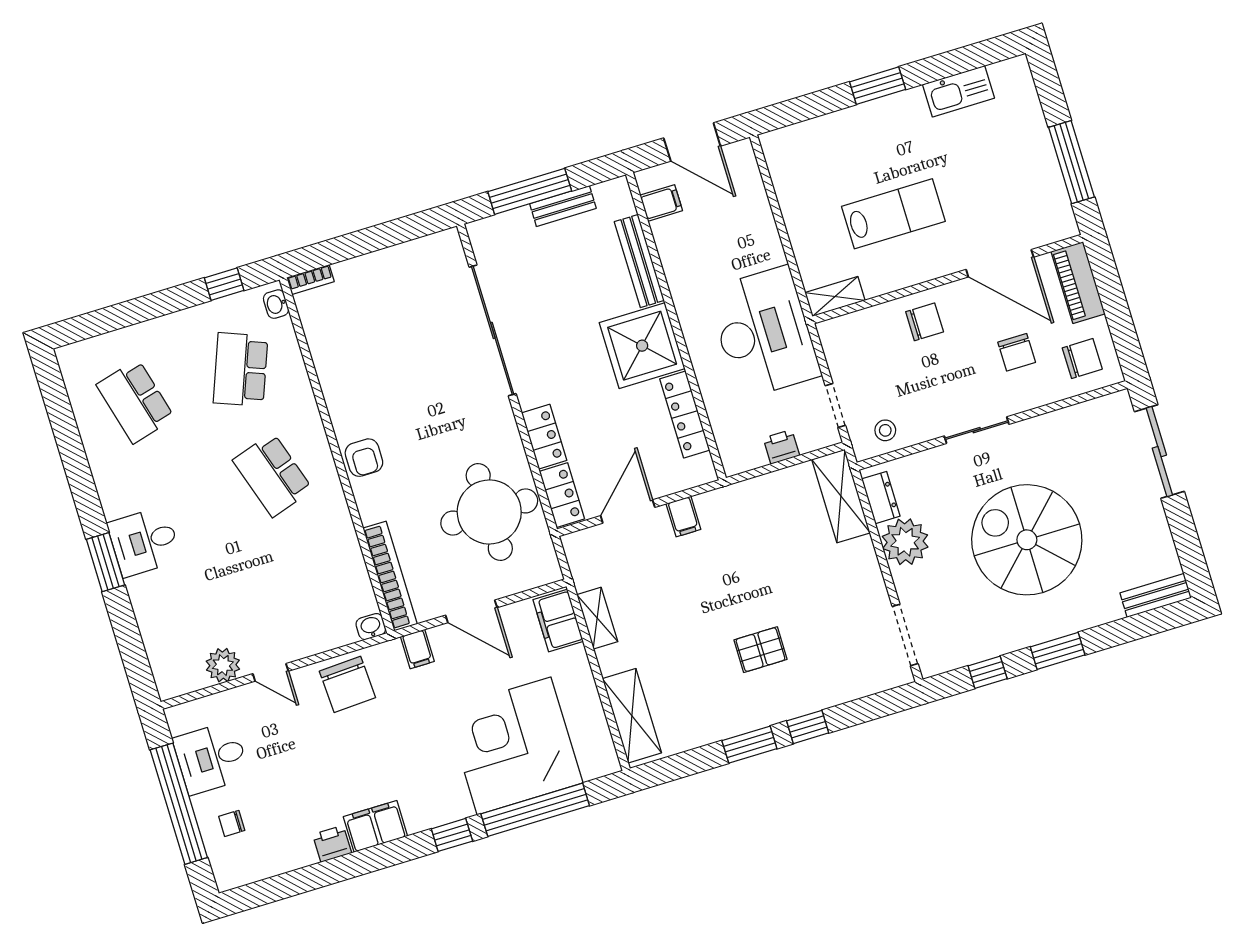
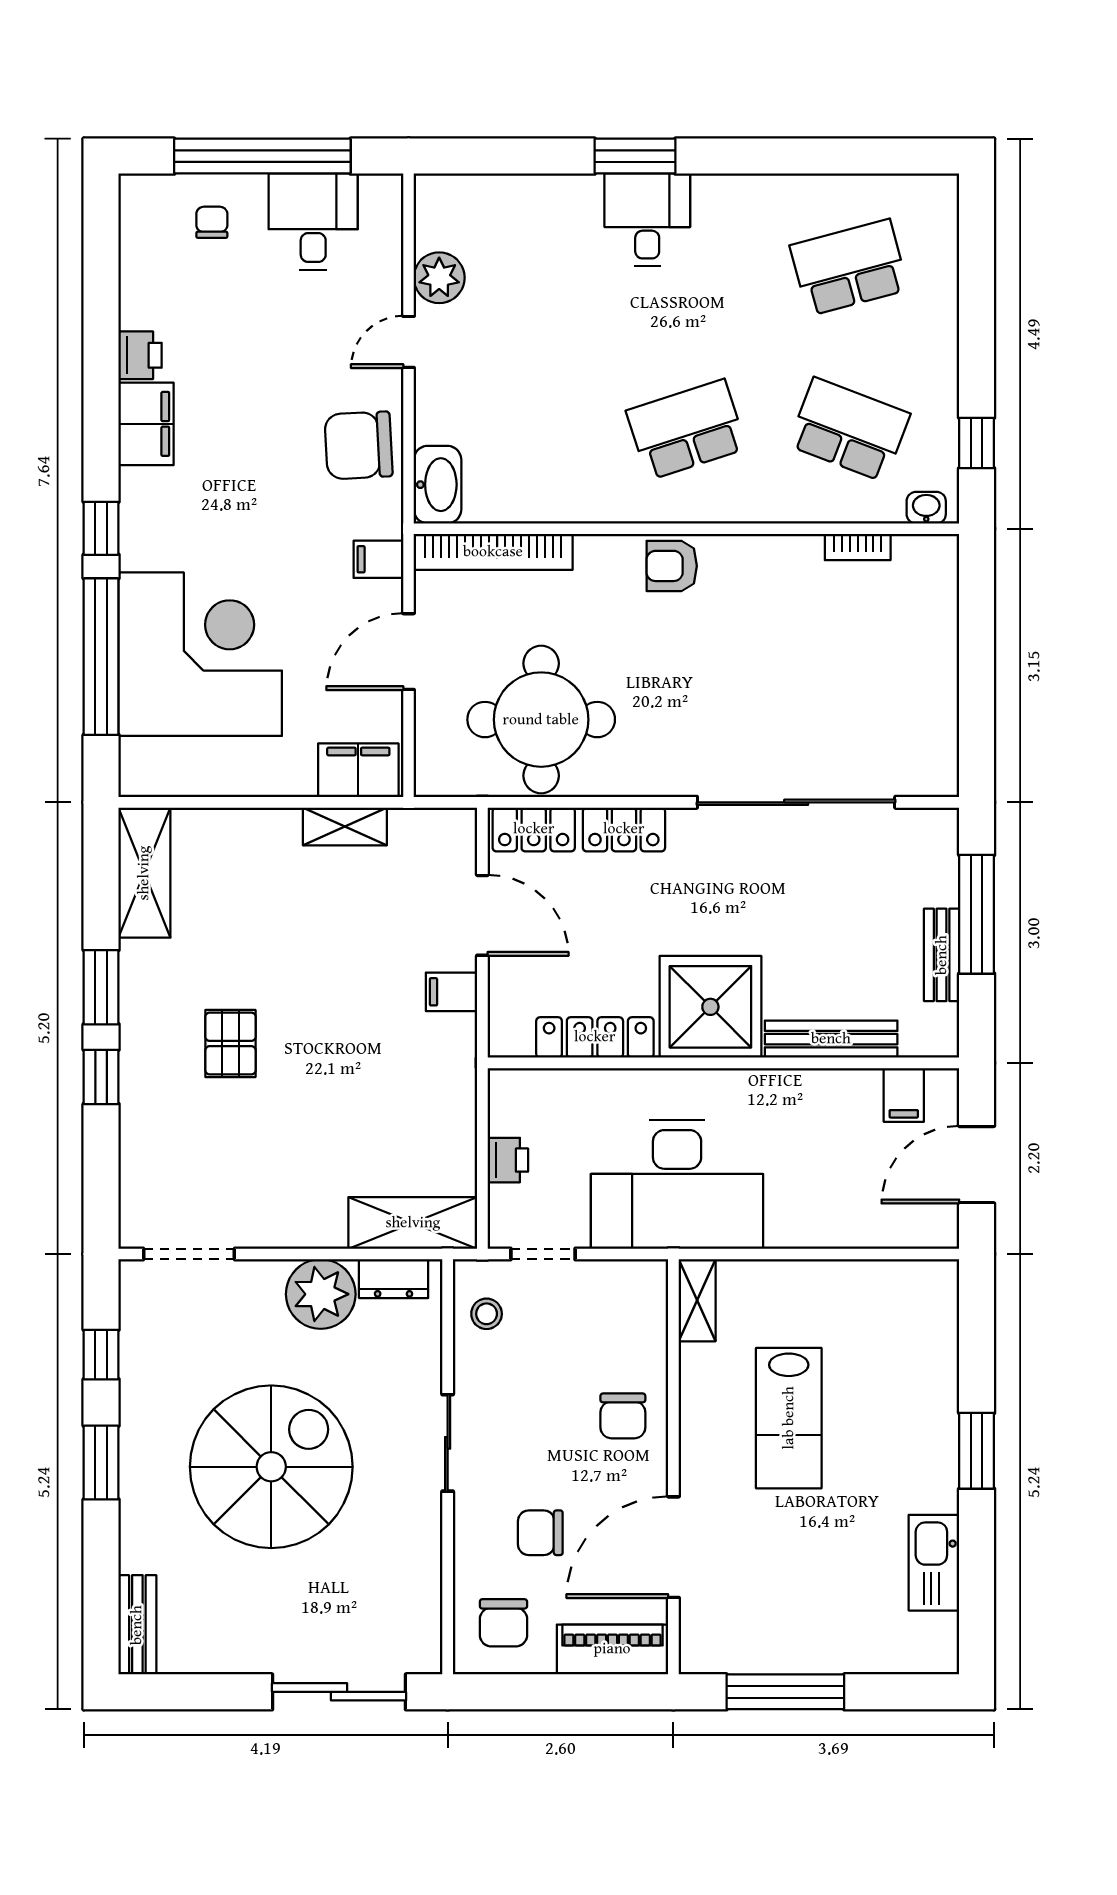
bookcase: (310, 280) -> (858, 547), moved, turned -90
washbasin: (371, 627) -> (437, 485), width x1.91, depth x1.45
shelving: (632, 716) -> (144, 873), moved, turned 90

